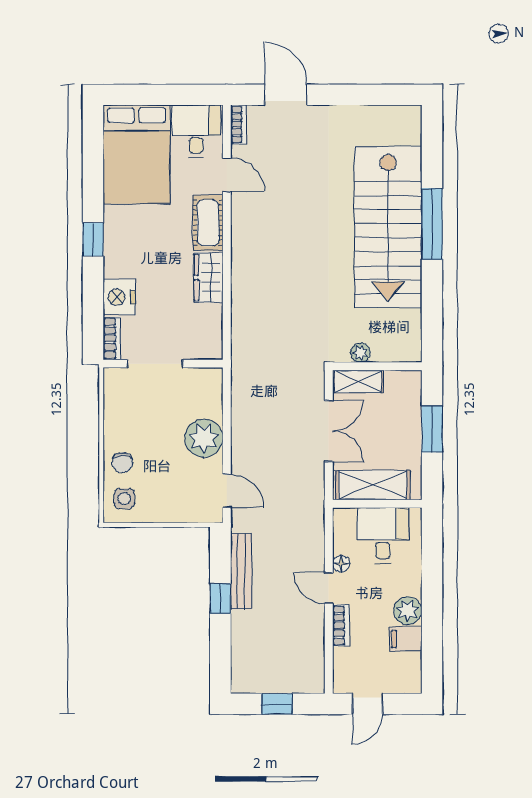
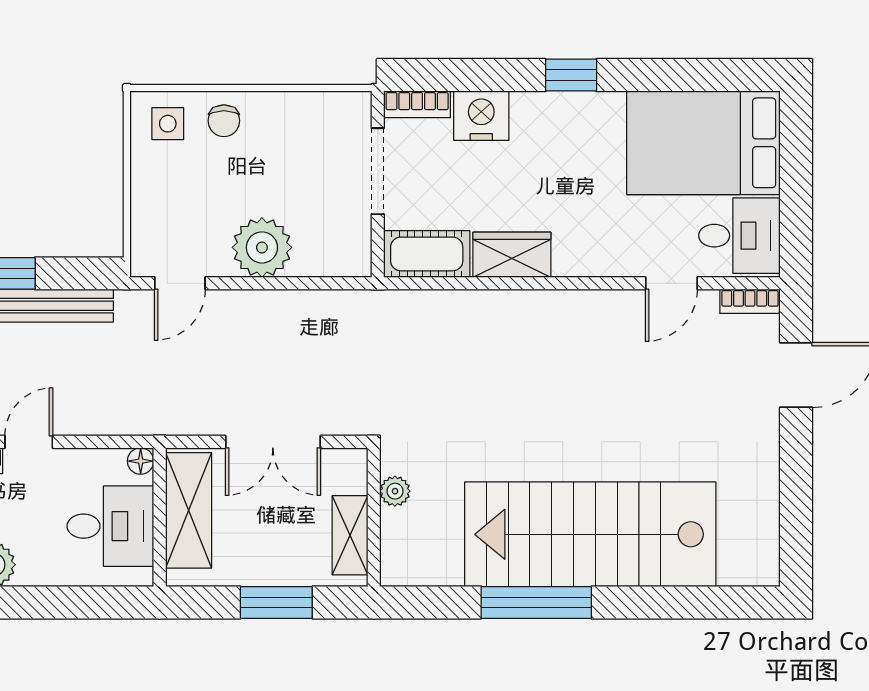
cot: (208, 223) -> (427, 254), moved
window: (432, 224) -> (536, 602), moved
shelving: (358, 381) -> (350, 535), moved
chair: (122, 463) -> (224, 121), turned -90
floor lamp: (341, 564) -> (141, 461), moved

